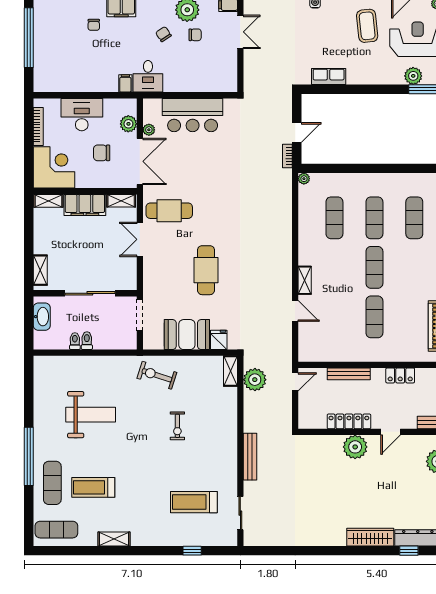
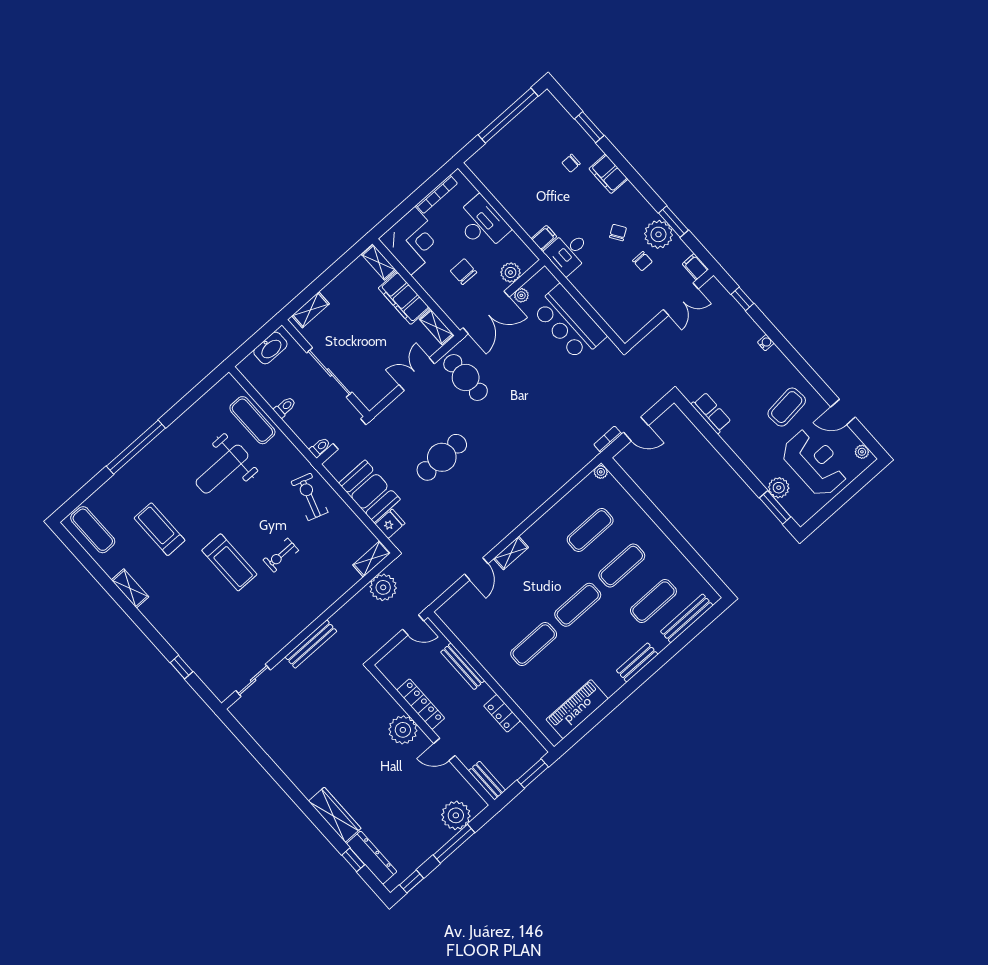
toilet: (75, 341) -> (320, 447), moved
weight bench: (91, 415) -> (222, 469), turned 90
exercise mat: (52, 483) -> (252, 420), moved, turned 90
treadmill: (194, 502) -> (229, 562), moved, turned 180

